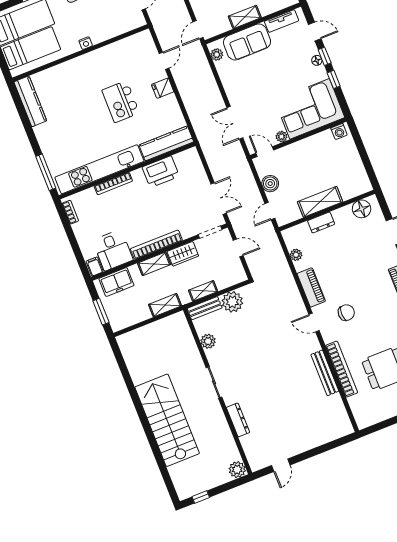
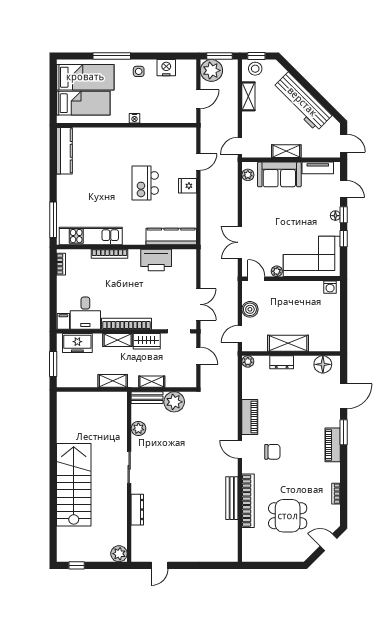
kitchen unit: (99, 169) -> (91, 236), width x0.73
plant: (296, 255) -> (248, 361), moved

